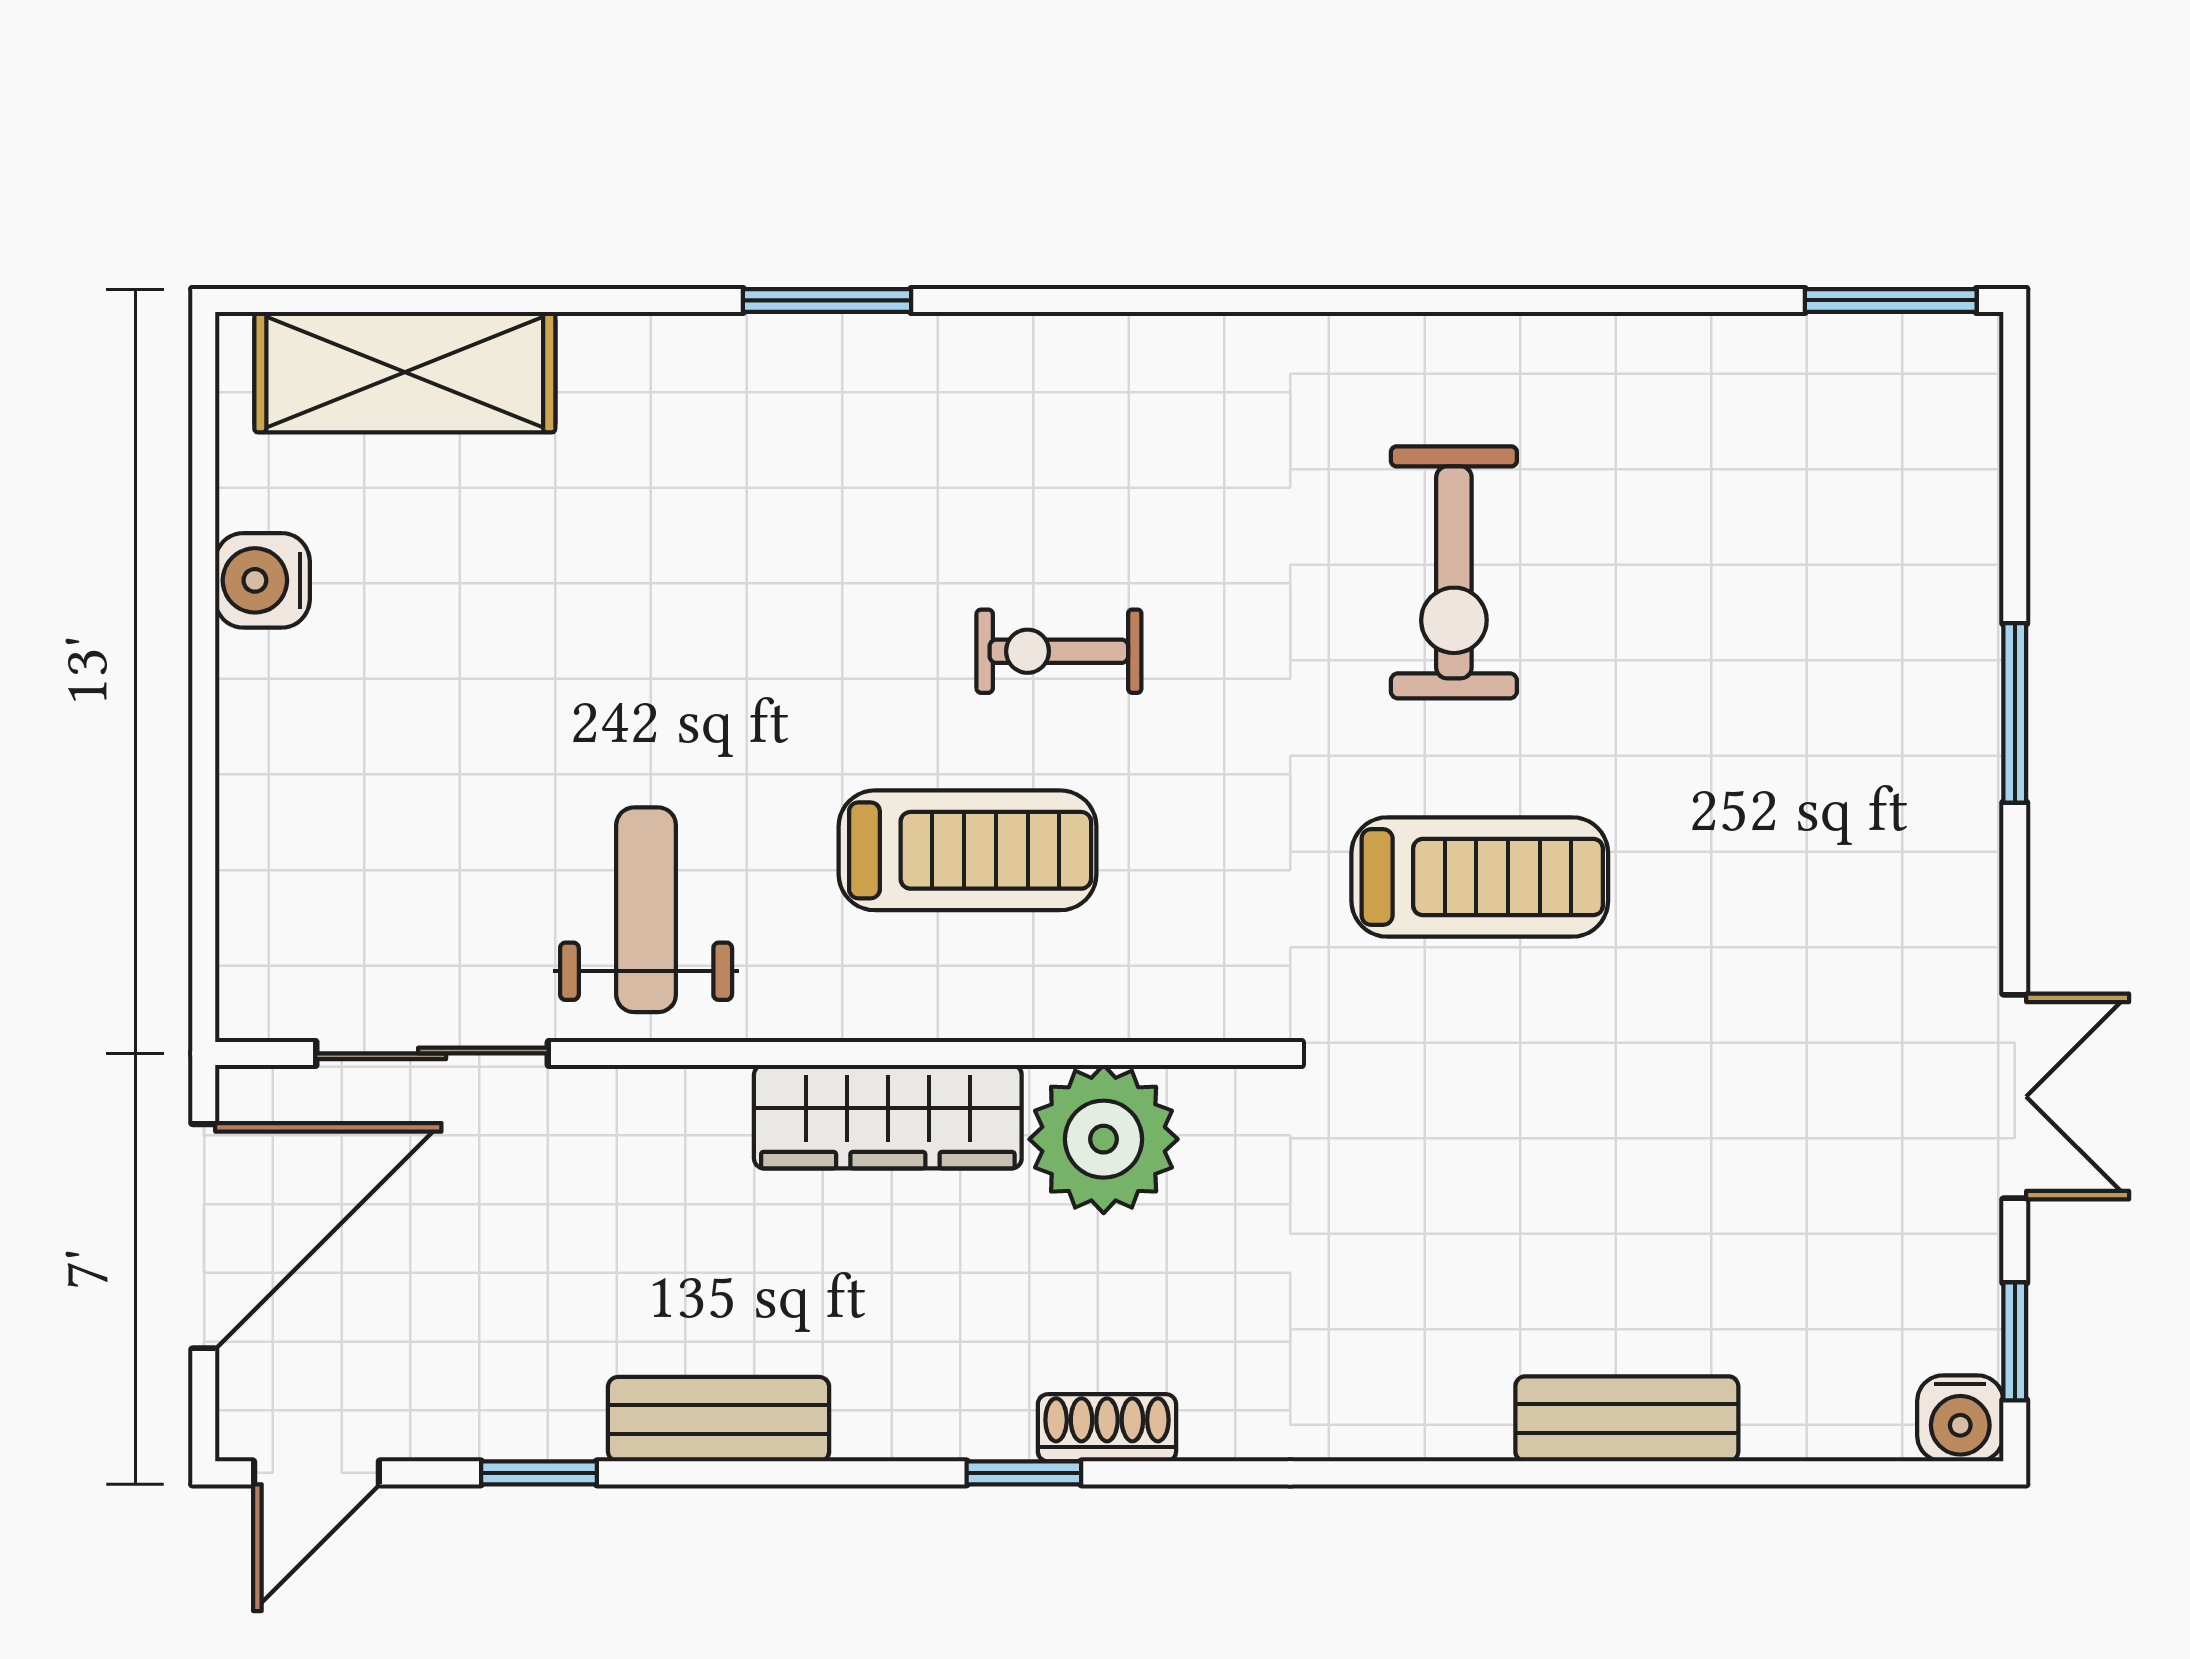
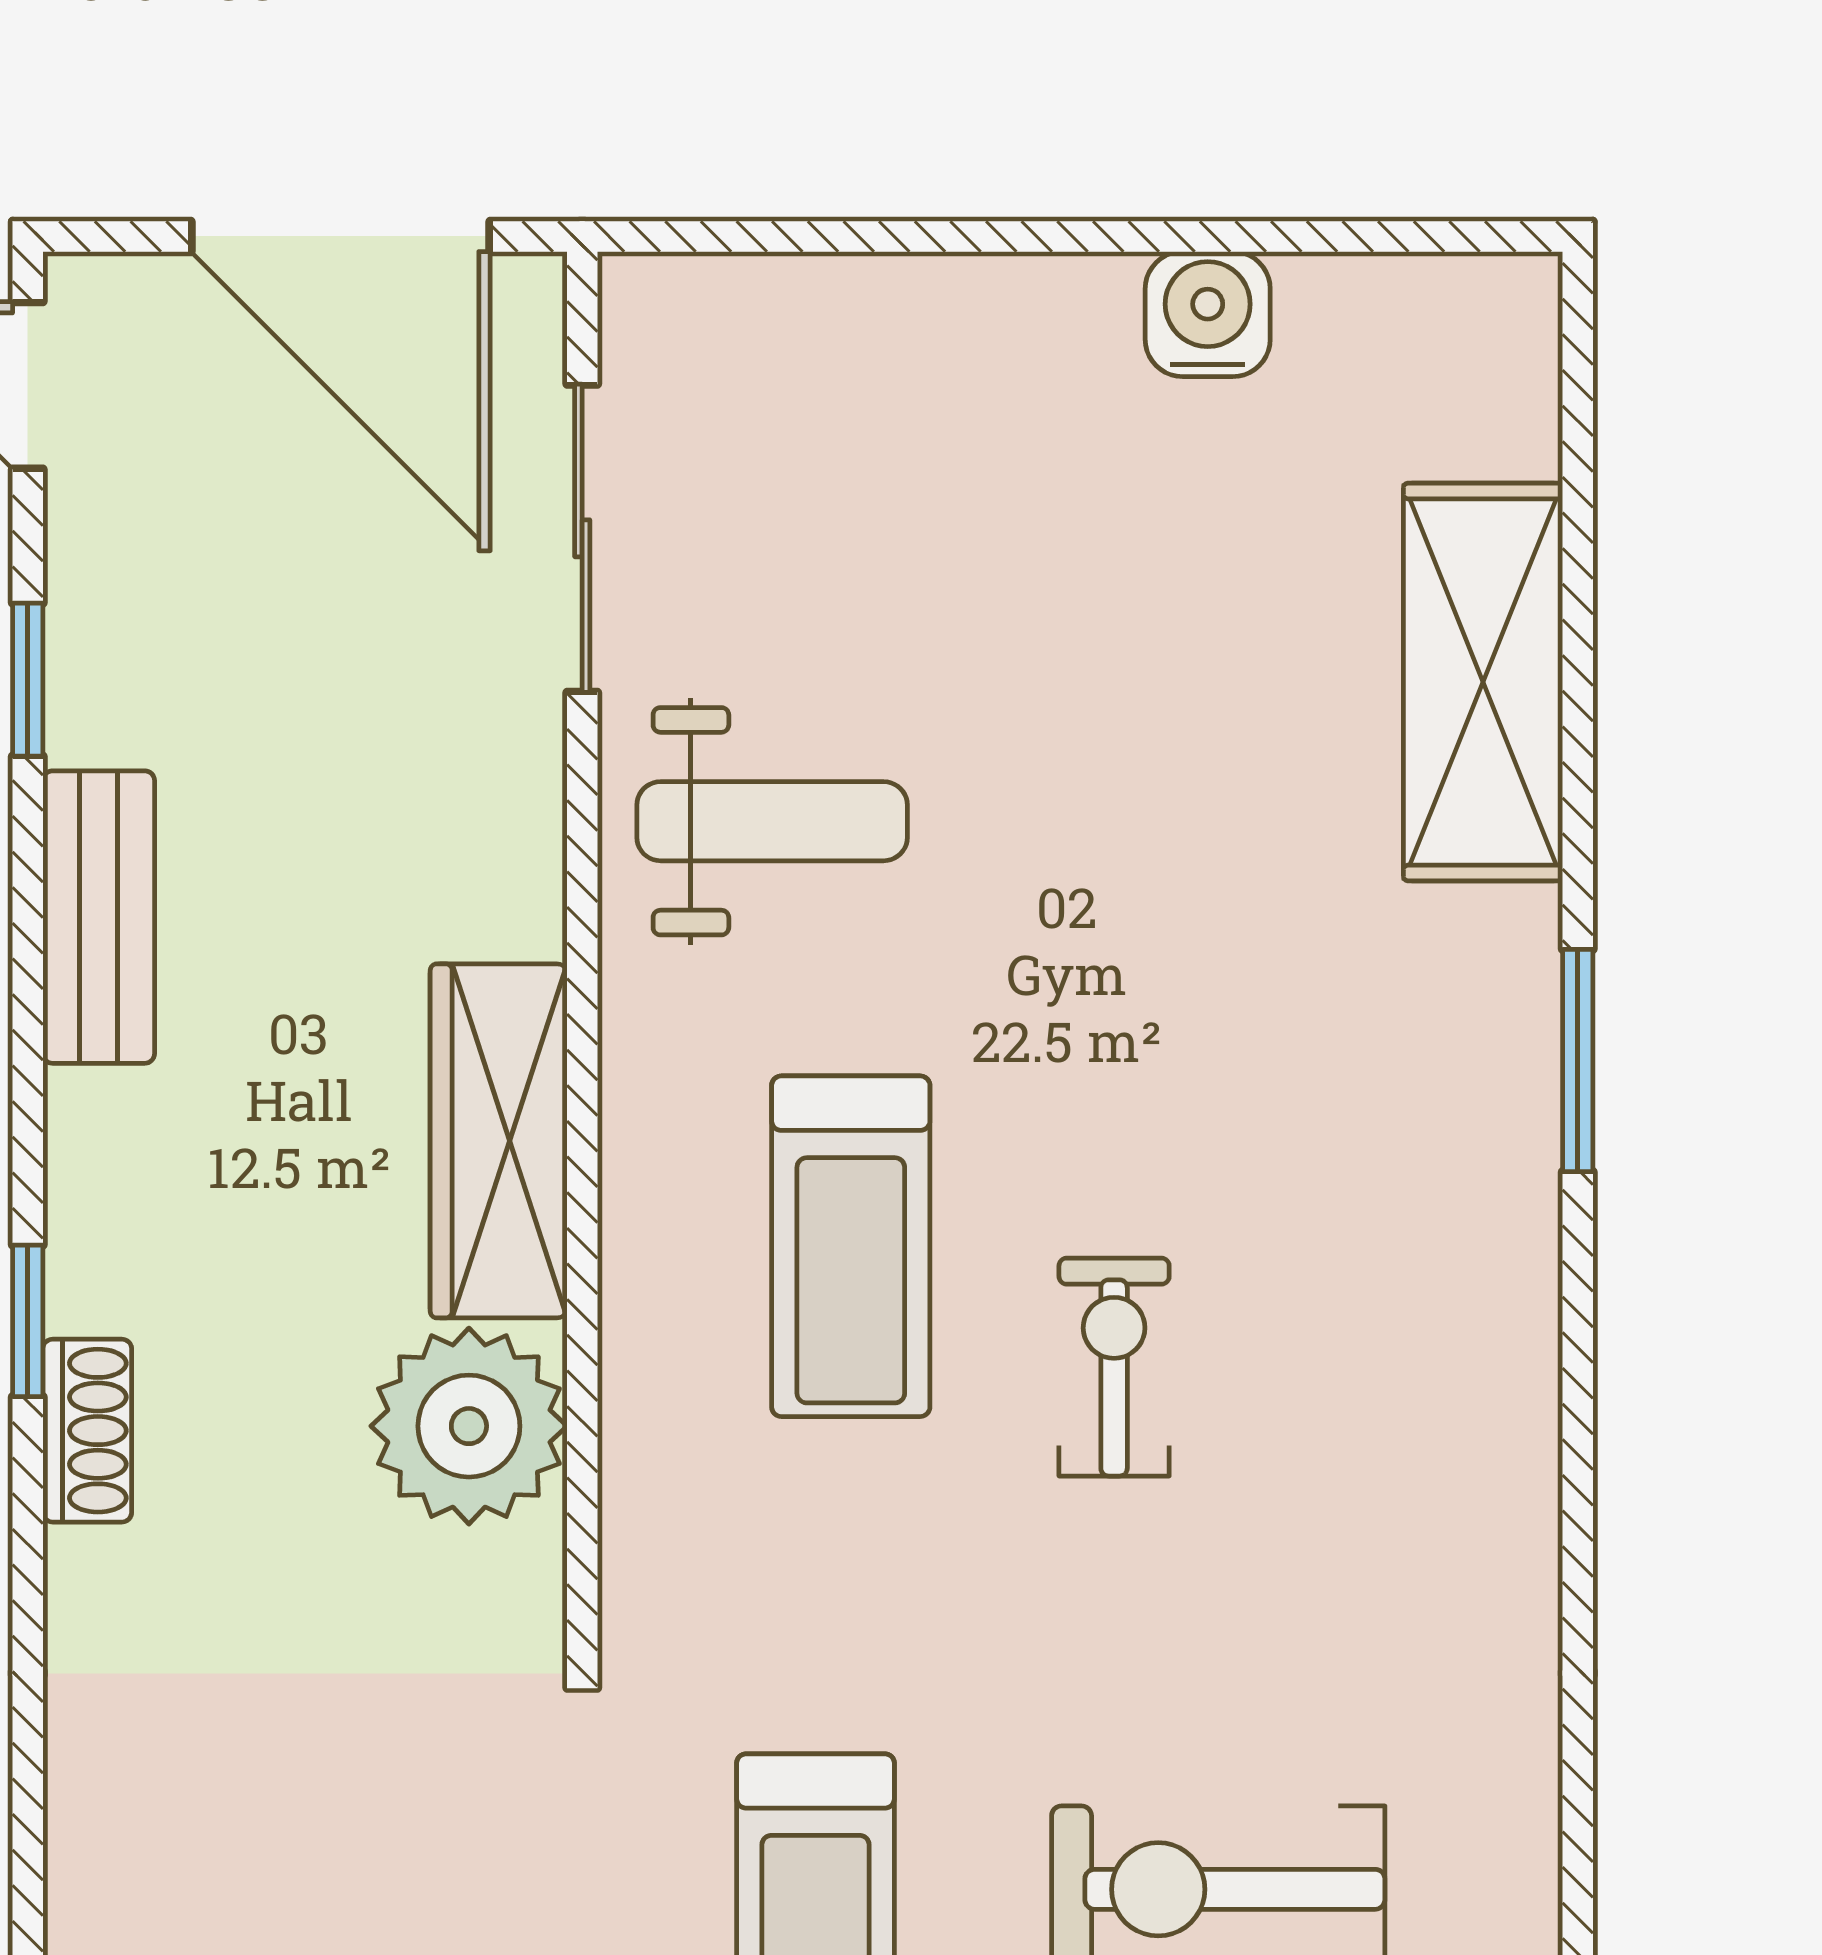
shelving: (405, 372) -> (1483, 682), moved

